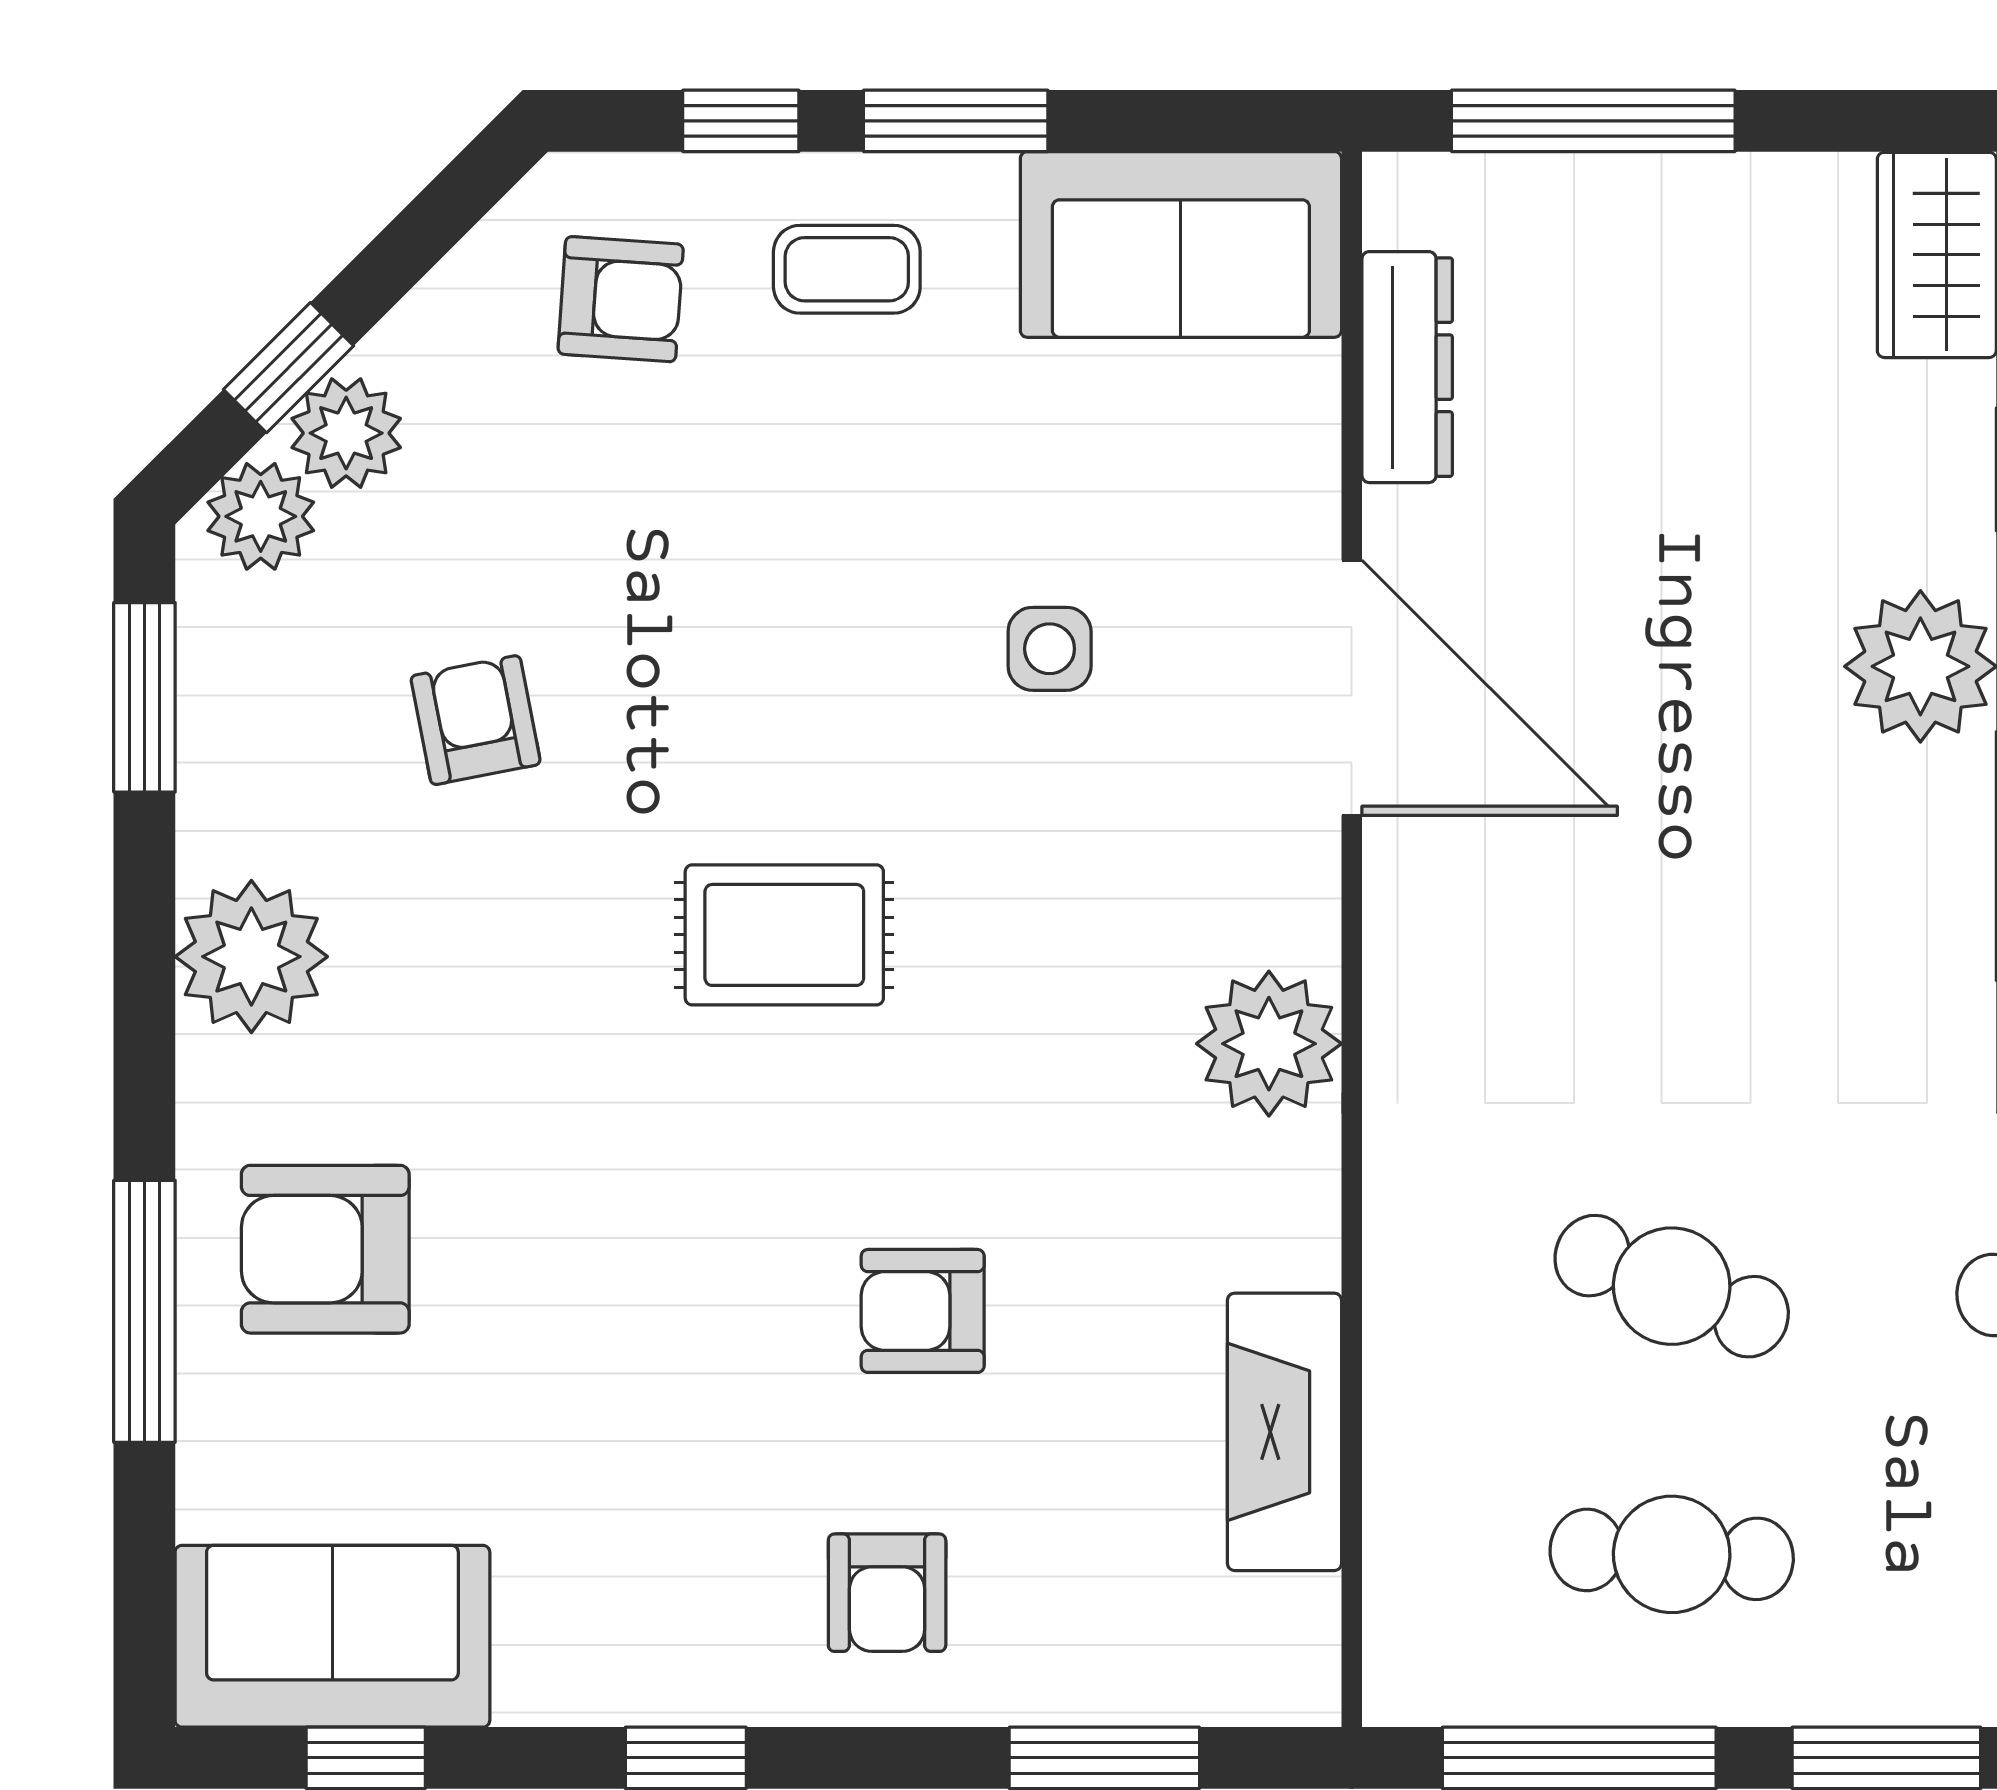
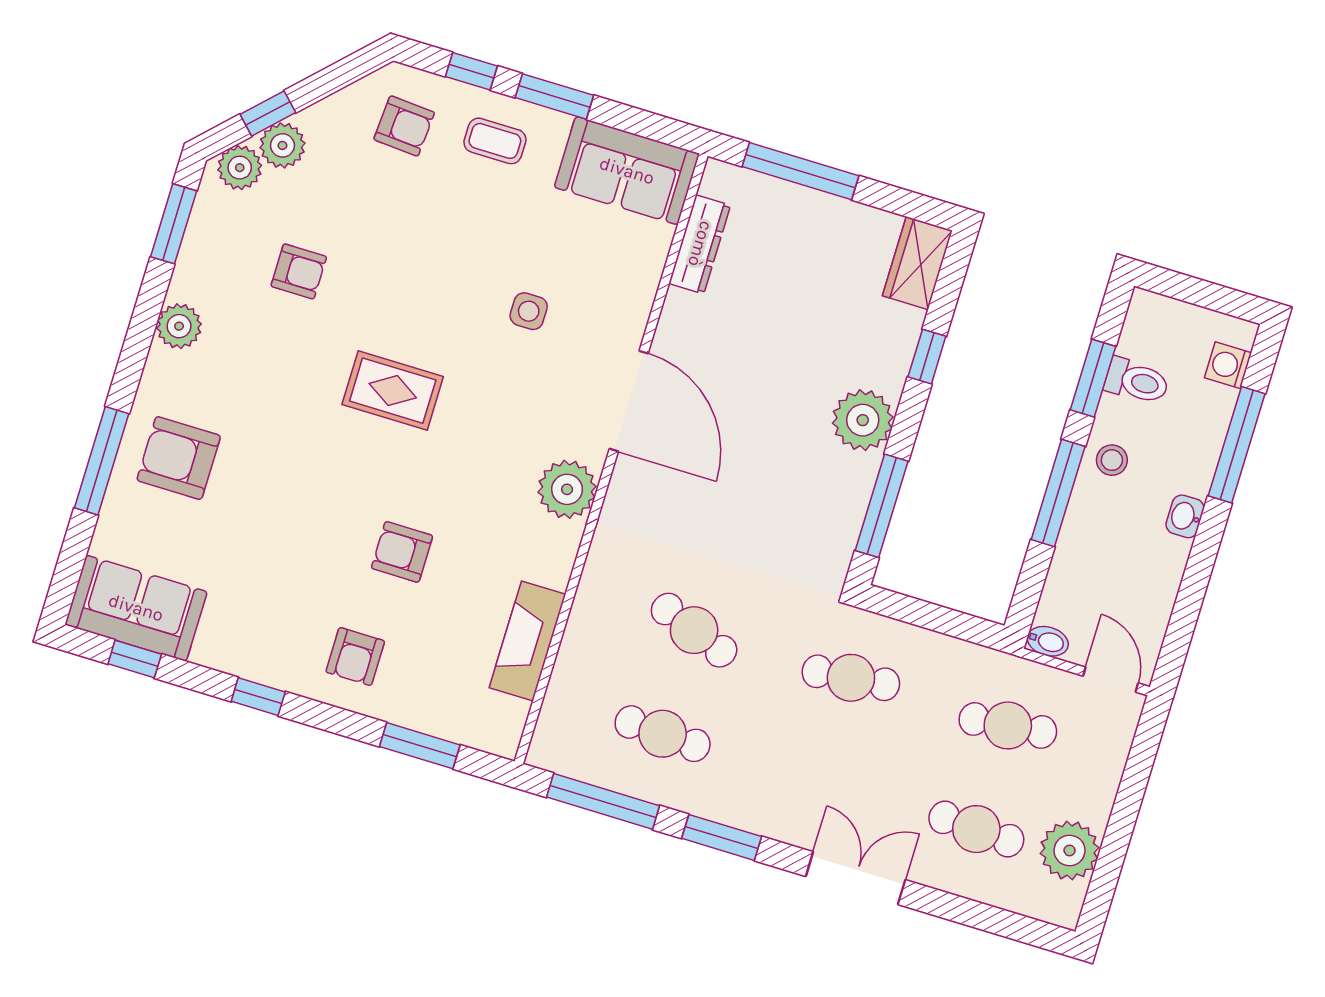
door: (1352, 688) -> (629, 401), moved
armchair: (476, 720) -> (299, 271), turned 101
plant: (251, 957) -> (179, 326), width x0.73, depth x0.73

